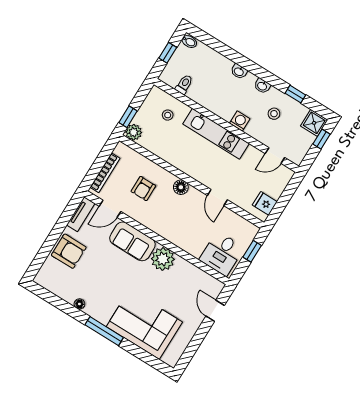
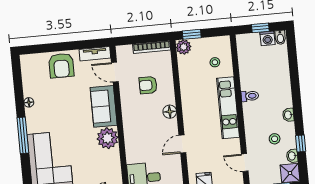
washbasin: (239, 71) -> (292, 156), moved
toilet: (184, 84) -> (250, 96), moved
washing machine: (240, 121) -> (268, 38), moved, turned 90
bookcase: (105, 173) -> (152, 47), moved

